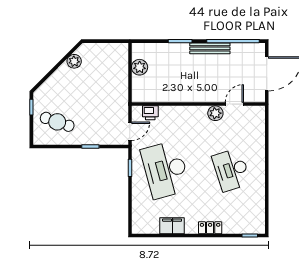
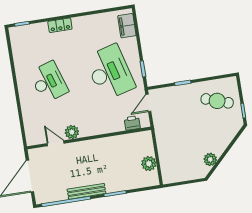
door: (234, 104) -> (56, 143), swing flipped
filing cabinet: (172, 226) -> (127, 26), moved, turned 90

